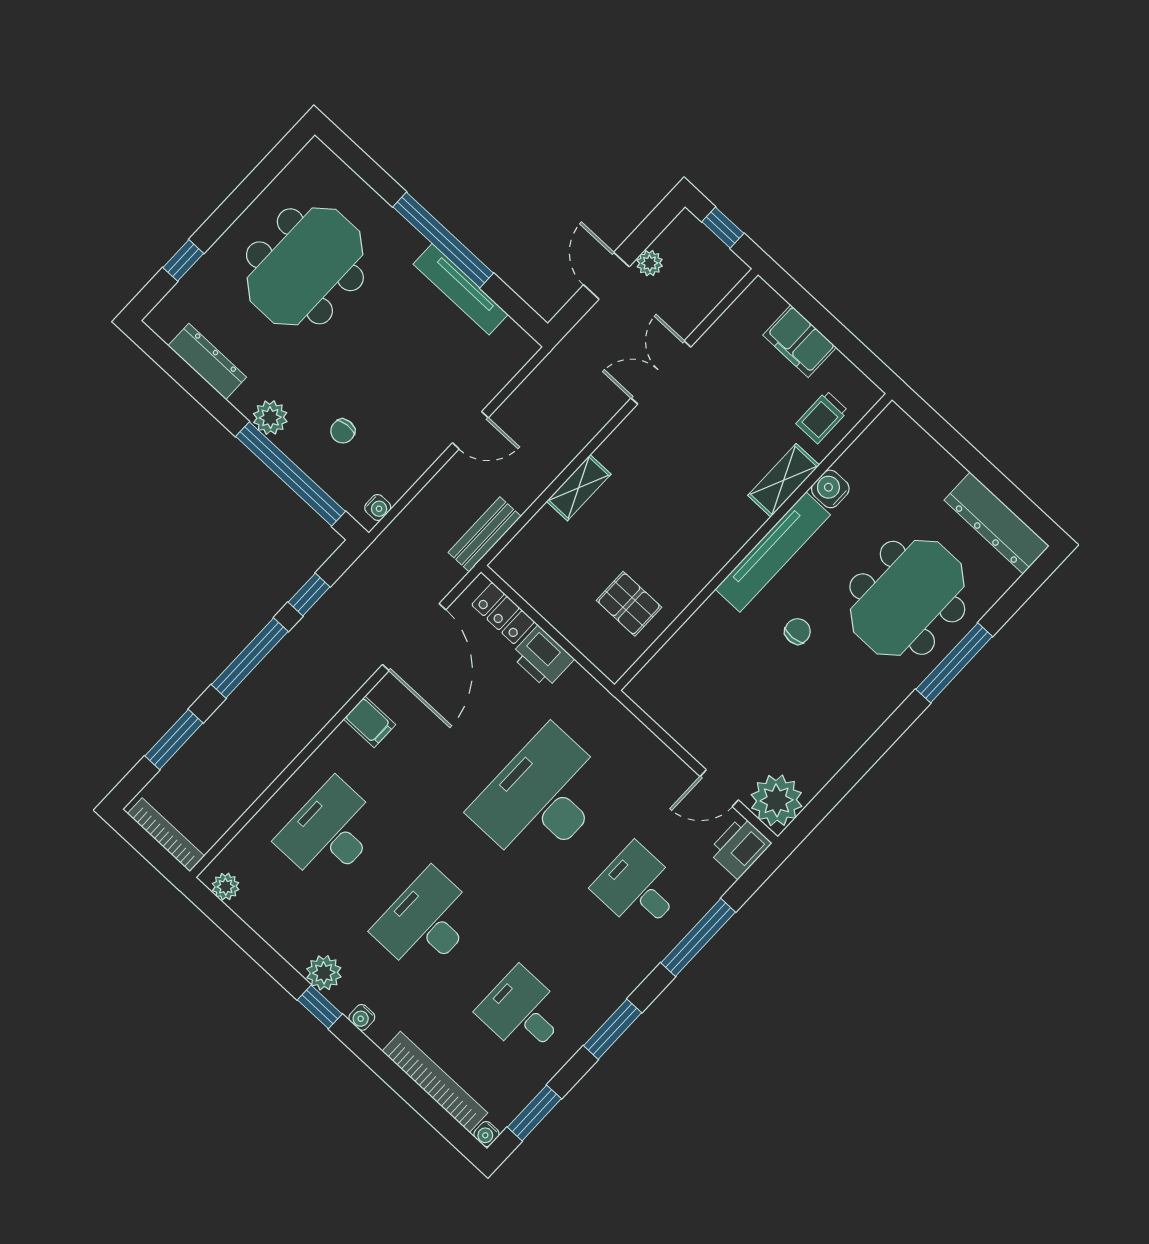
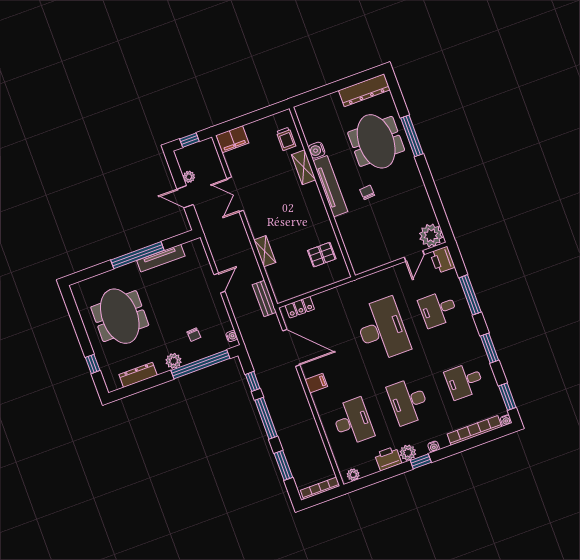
filing cabinet: (800, 341) -> (232, 139), moved
printer: (542, 657) -> (388, 458), moved, turned 180
desk: (542, 798) -> (382, 329), turned 180
desk: (330, 832) -> (353, 422), turned 180

